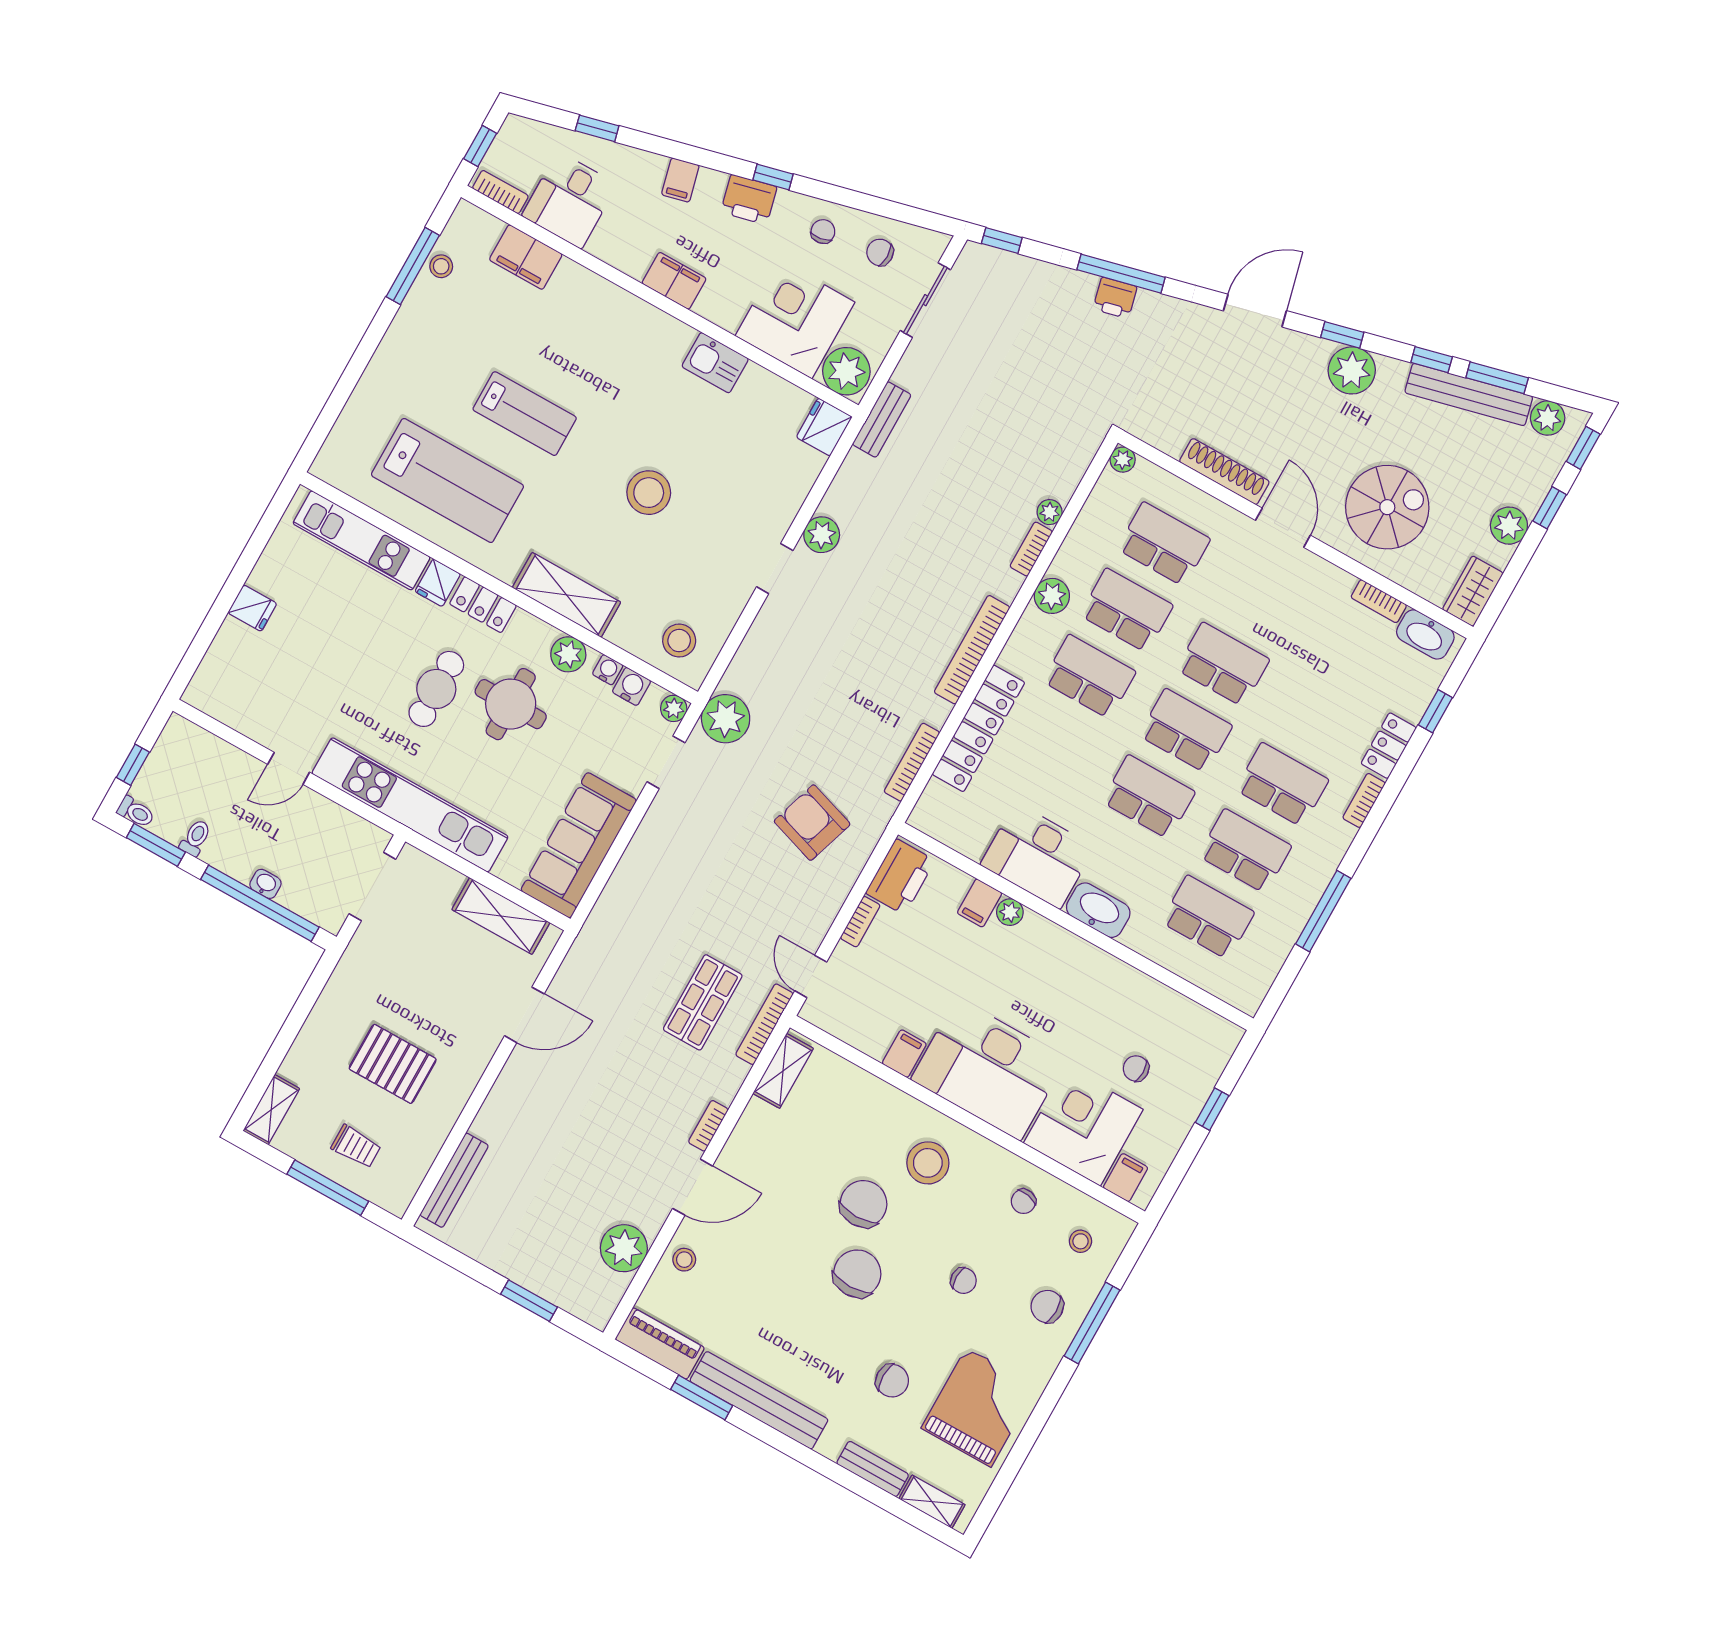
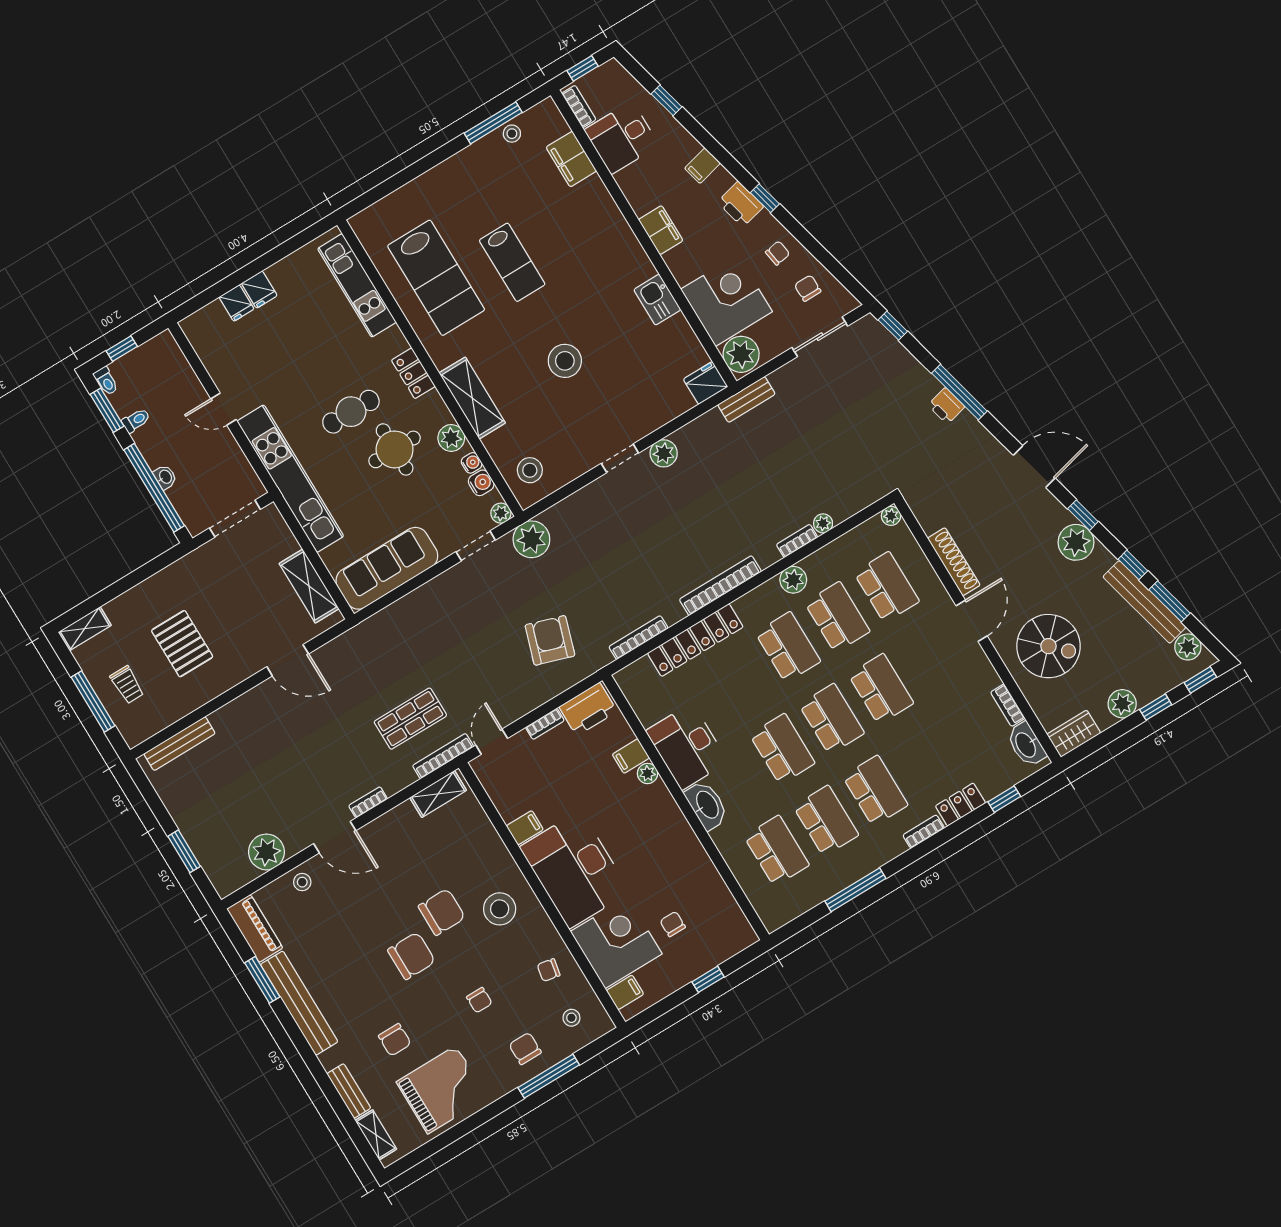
fridge: (438, 583) -> (237, 303), moved, turned -90

